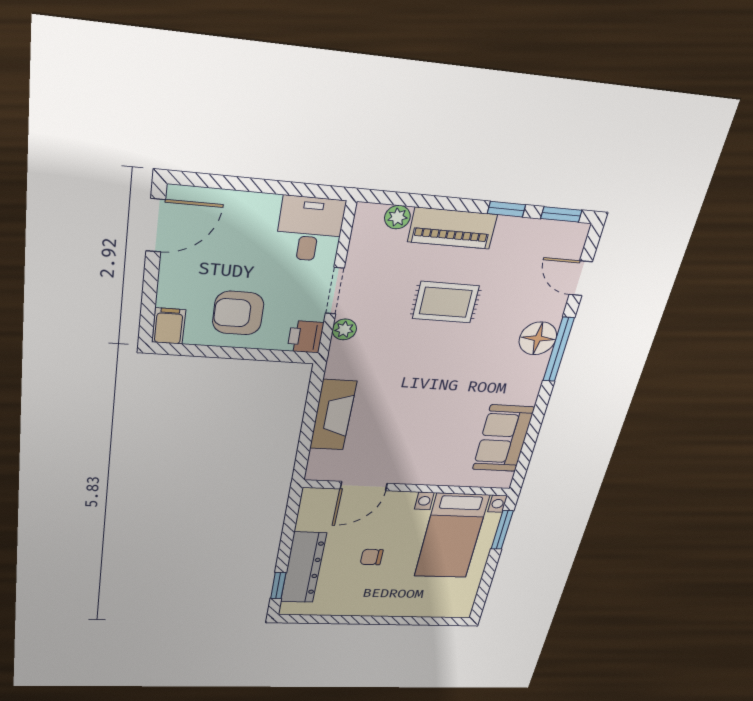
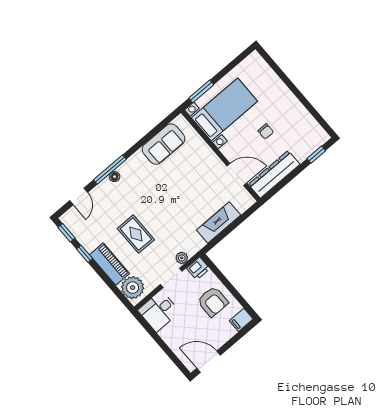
plant: (397, 217) -> (133, 288), width x1.88, depth x1.88
floor lamp: (538, 338) -> (115, 177), width x0.53, depth x0.53
dresser: (303, 568) -> (274, 174), moved

